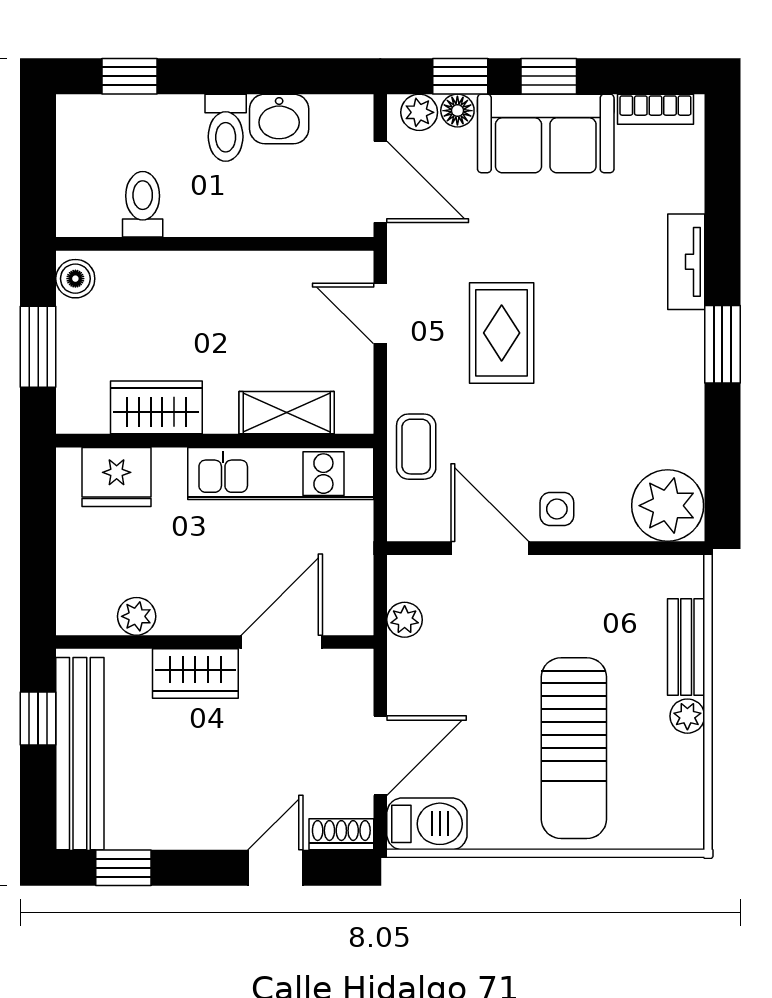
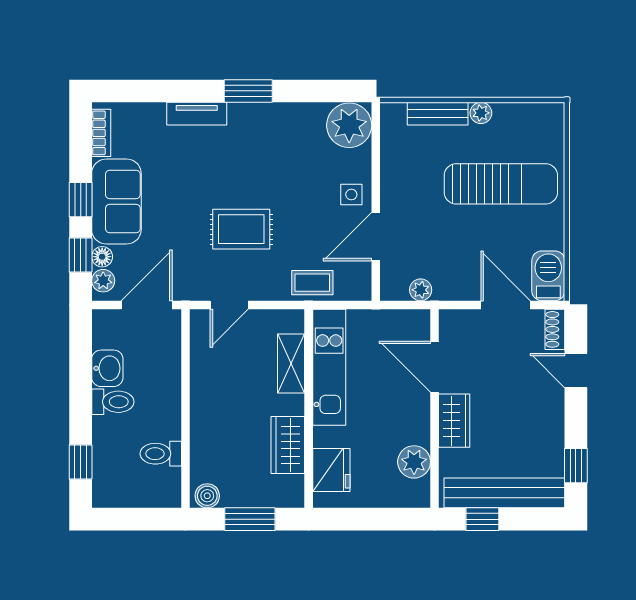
plant: (137, 616) -> (414, 462), width x1.38, depth x1.38

